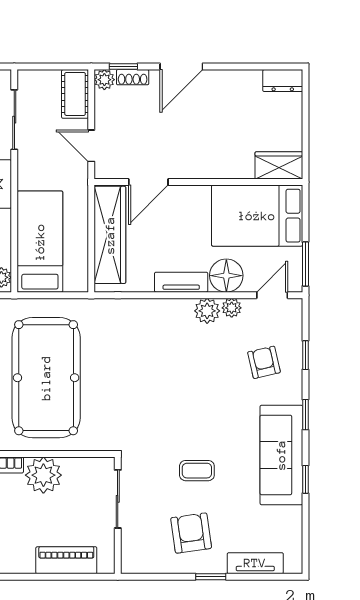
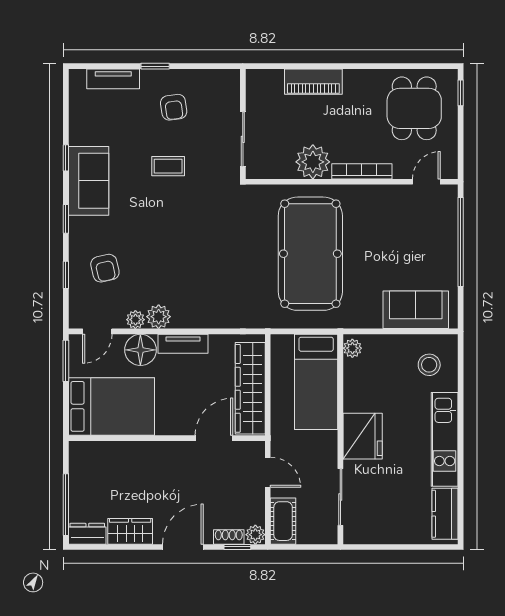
window: (305, 111) -> (66, 505), added
wardrobe: (279, 165) -> (130, 531), moved, turned 180
sofa: (281, 455) -> (89, 181), width x0.73
armchair: (191, 533) -> (174, 107), width x0.72, depth x0.72
piano: (66, 560) -> (313, 82), moved

